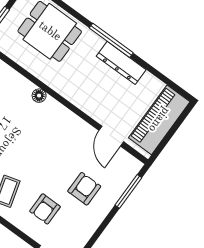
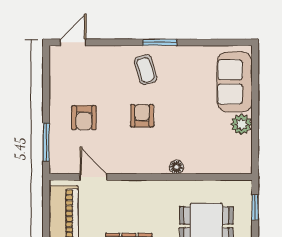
armchair: (45, 209) -> (142, 116), moved

